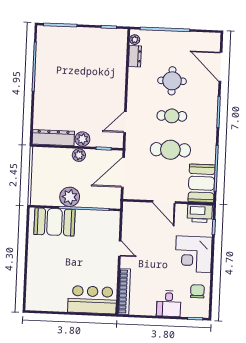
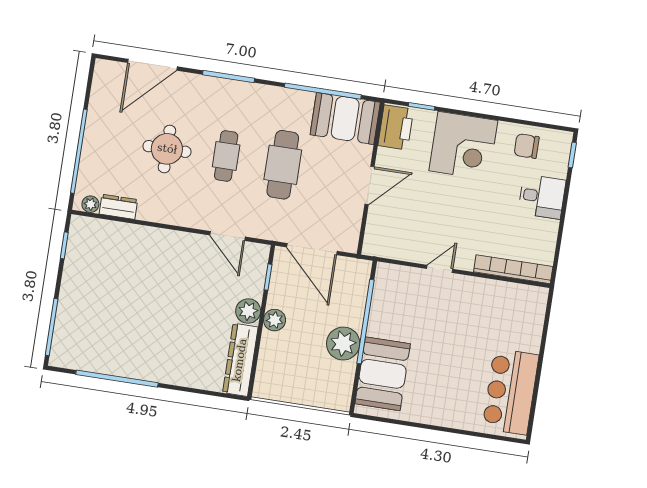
bar counter: (92, 300) -> (511, 392), moved

